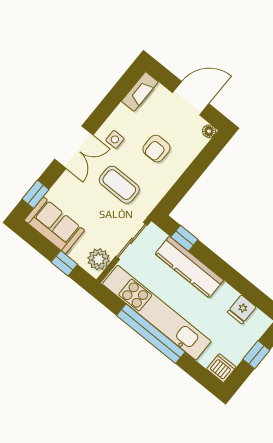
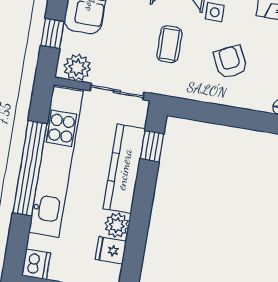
armchair: (156, 149) -> (230, 62), turned 64
coffee table: (119, 185) -> (169, 44), width x0.73, depth x0.77
plant: (226, 295) -> (117, 225), added

